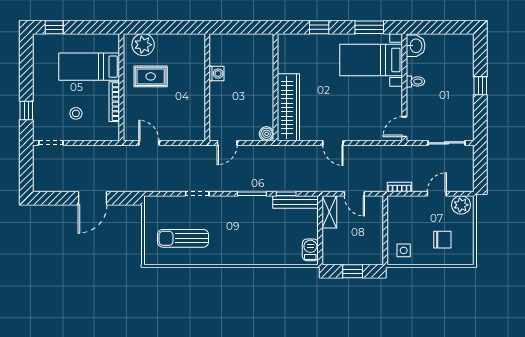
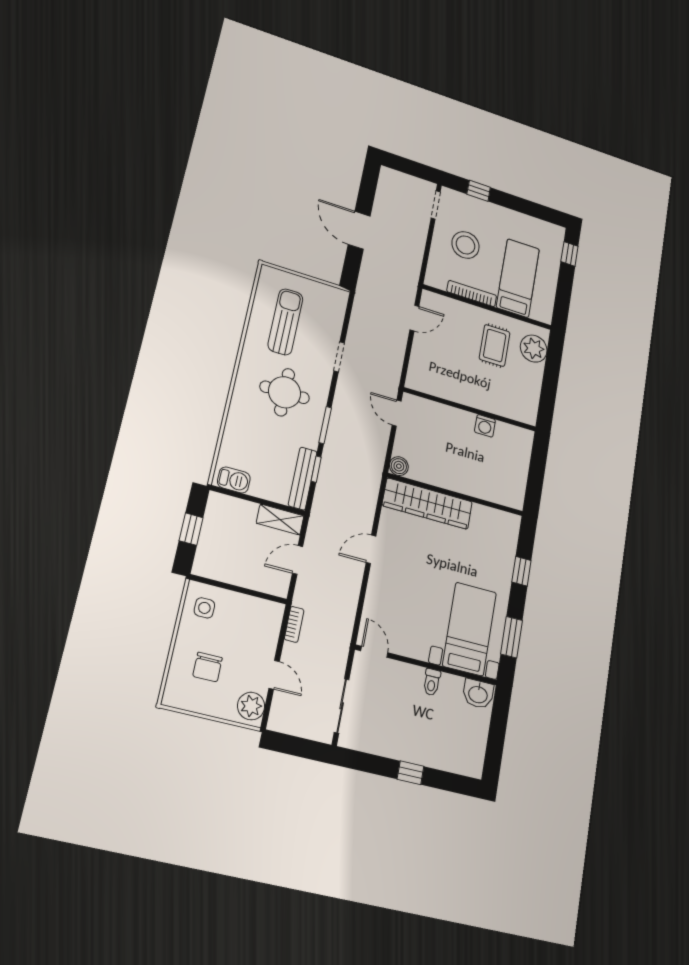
stool: (76, 113) -> (466, 245), width x1.89, depth x1.89
round table: (236, 228) -> (285, 392), added

